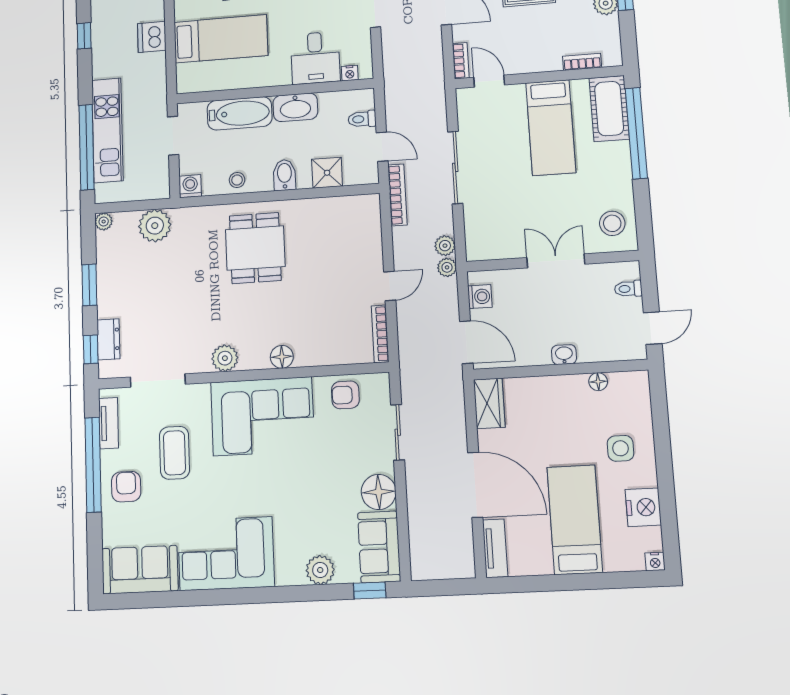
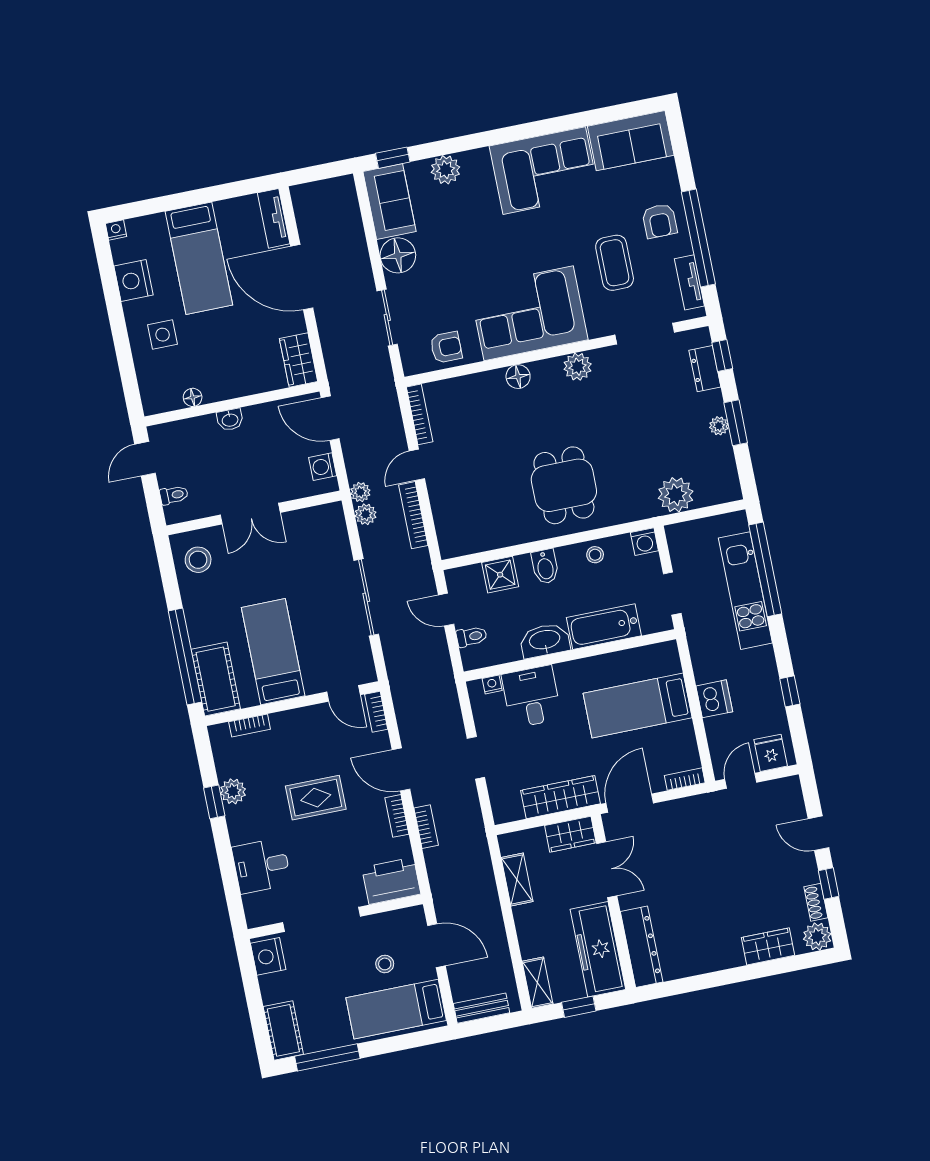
bookcase: (397, 195) -> (413, 515), moved
plant: (104, 222) -> (719, 426), moved

